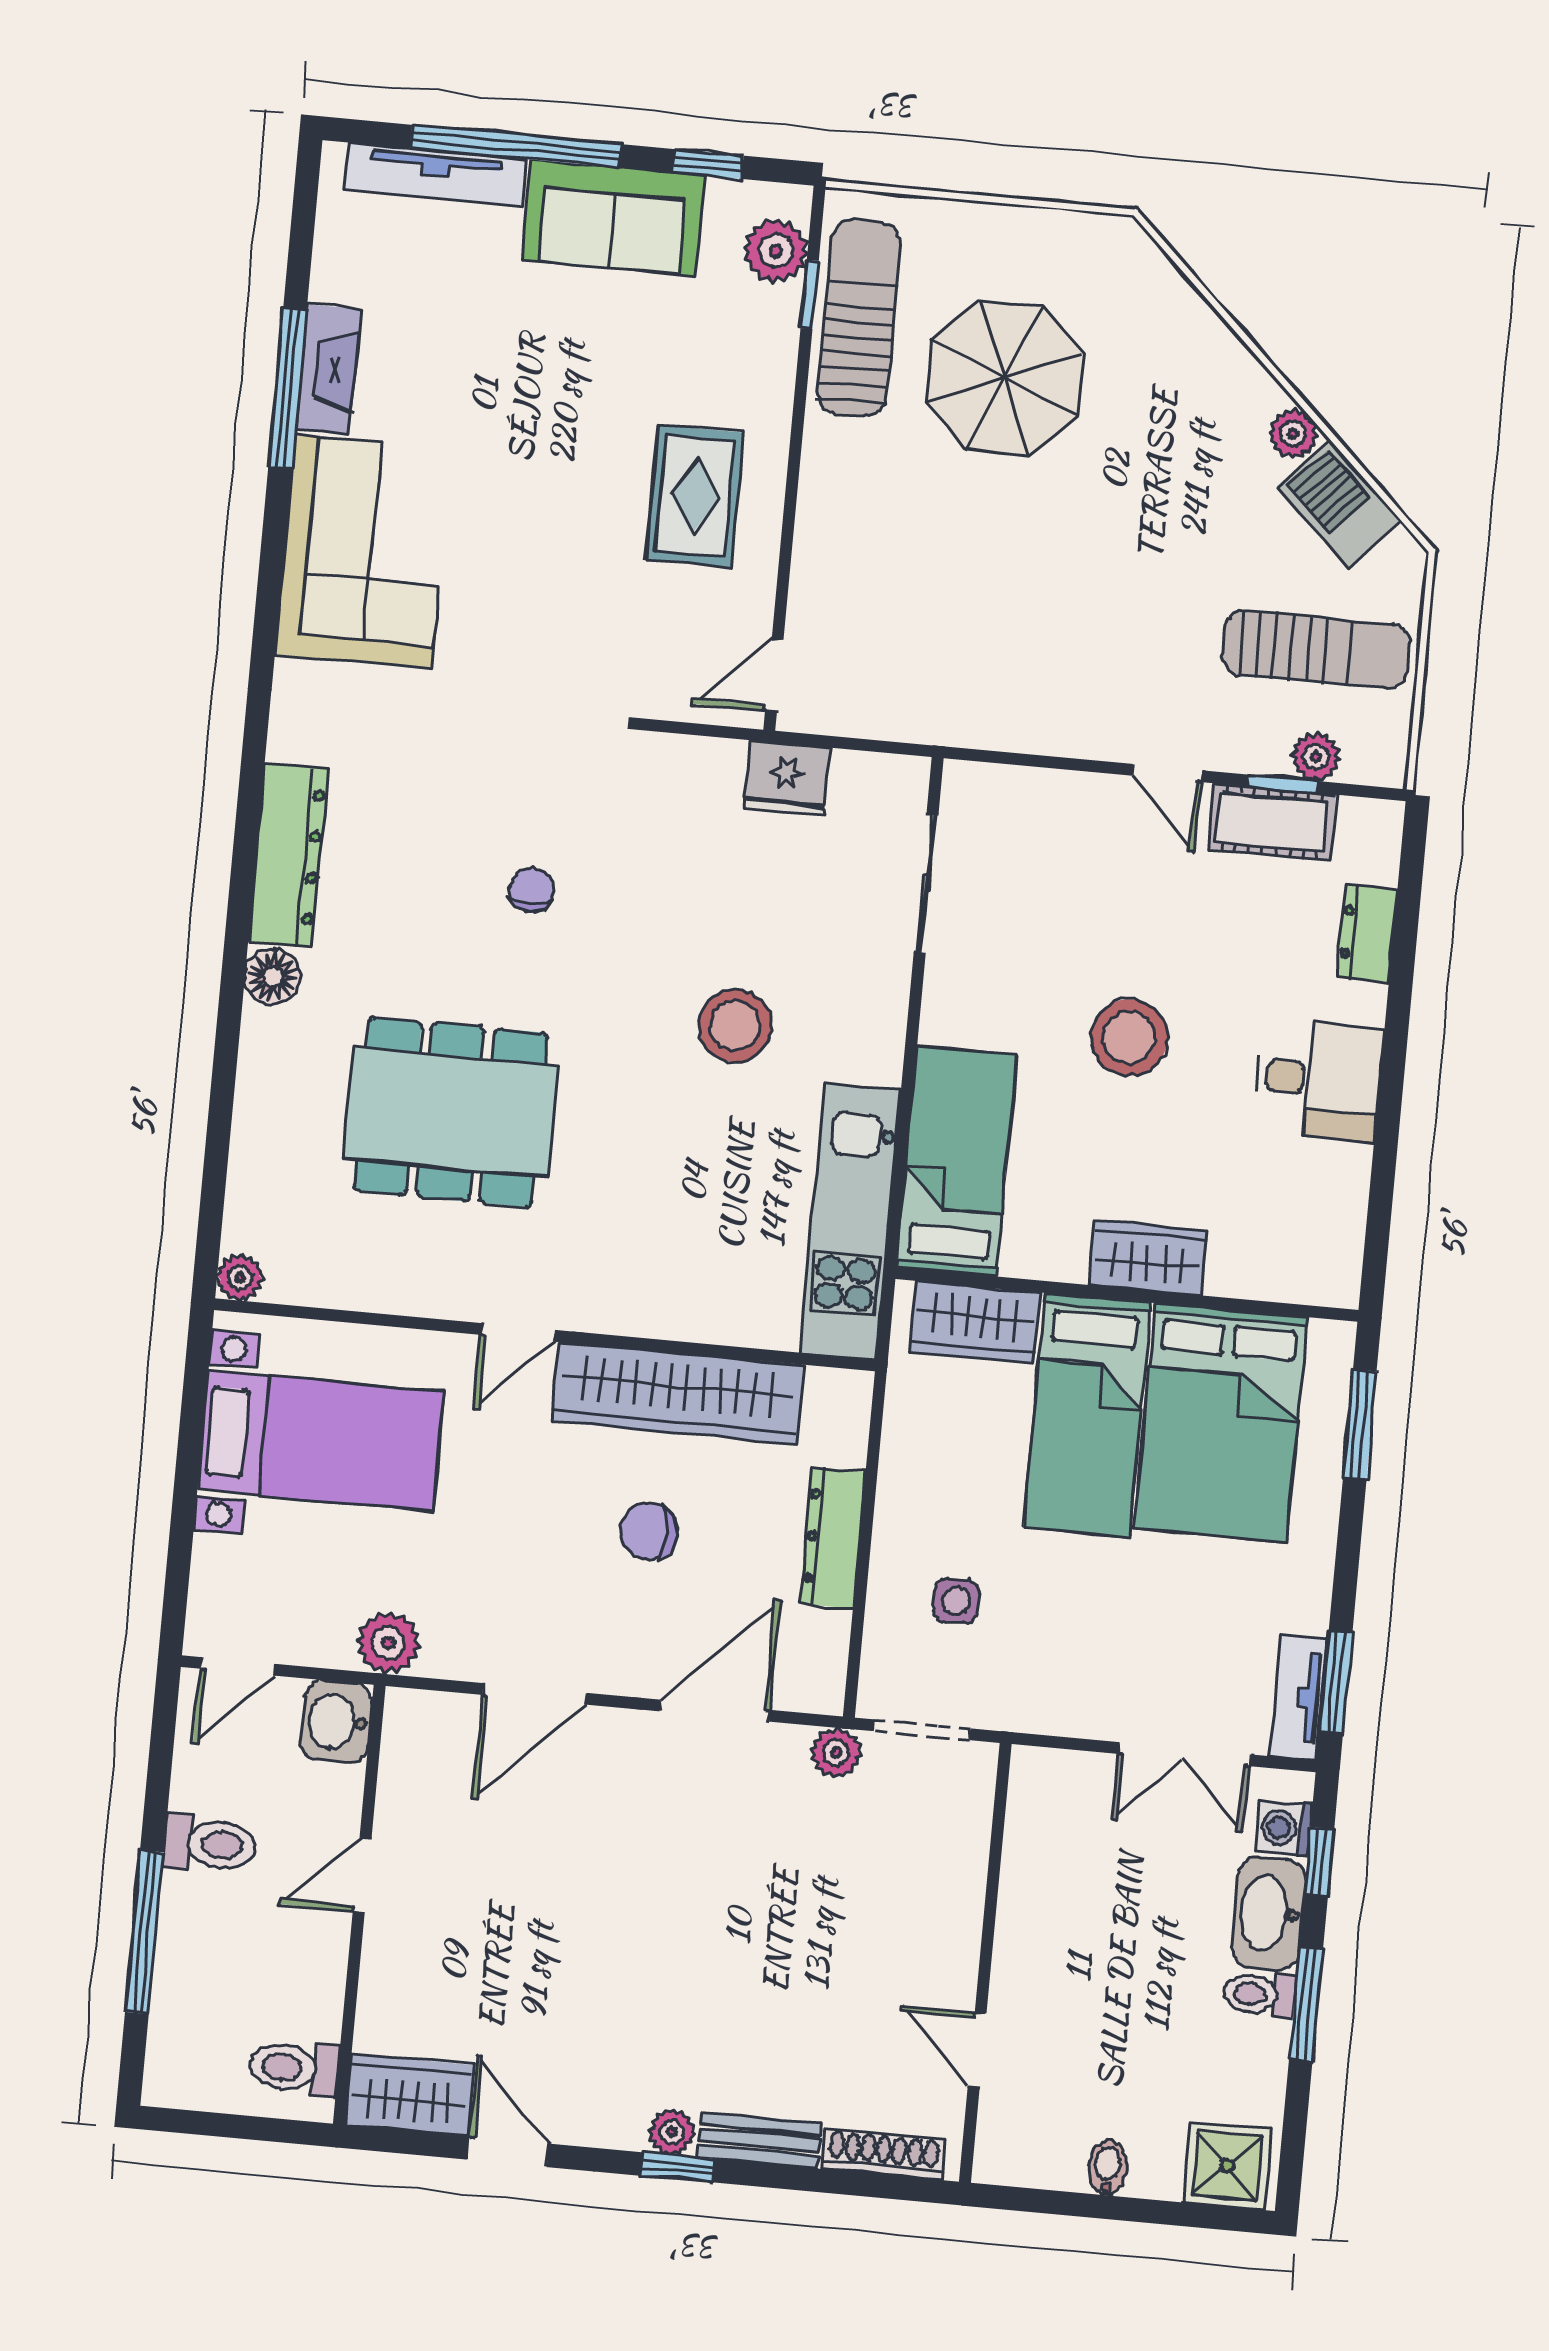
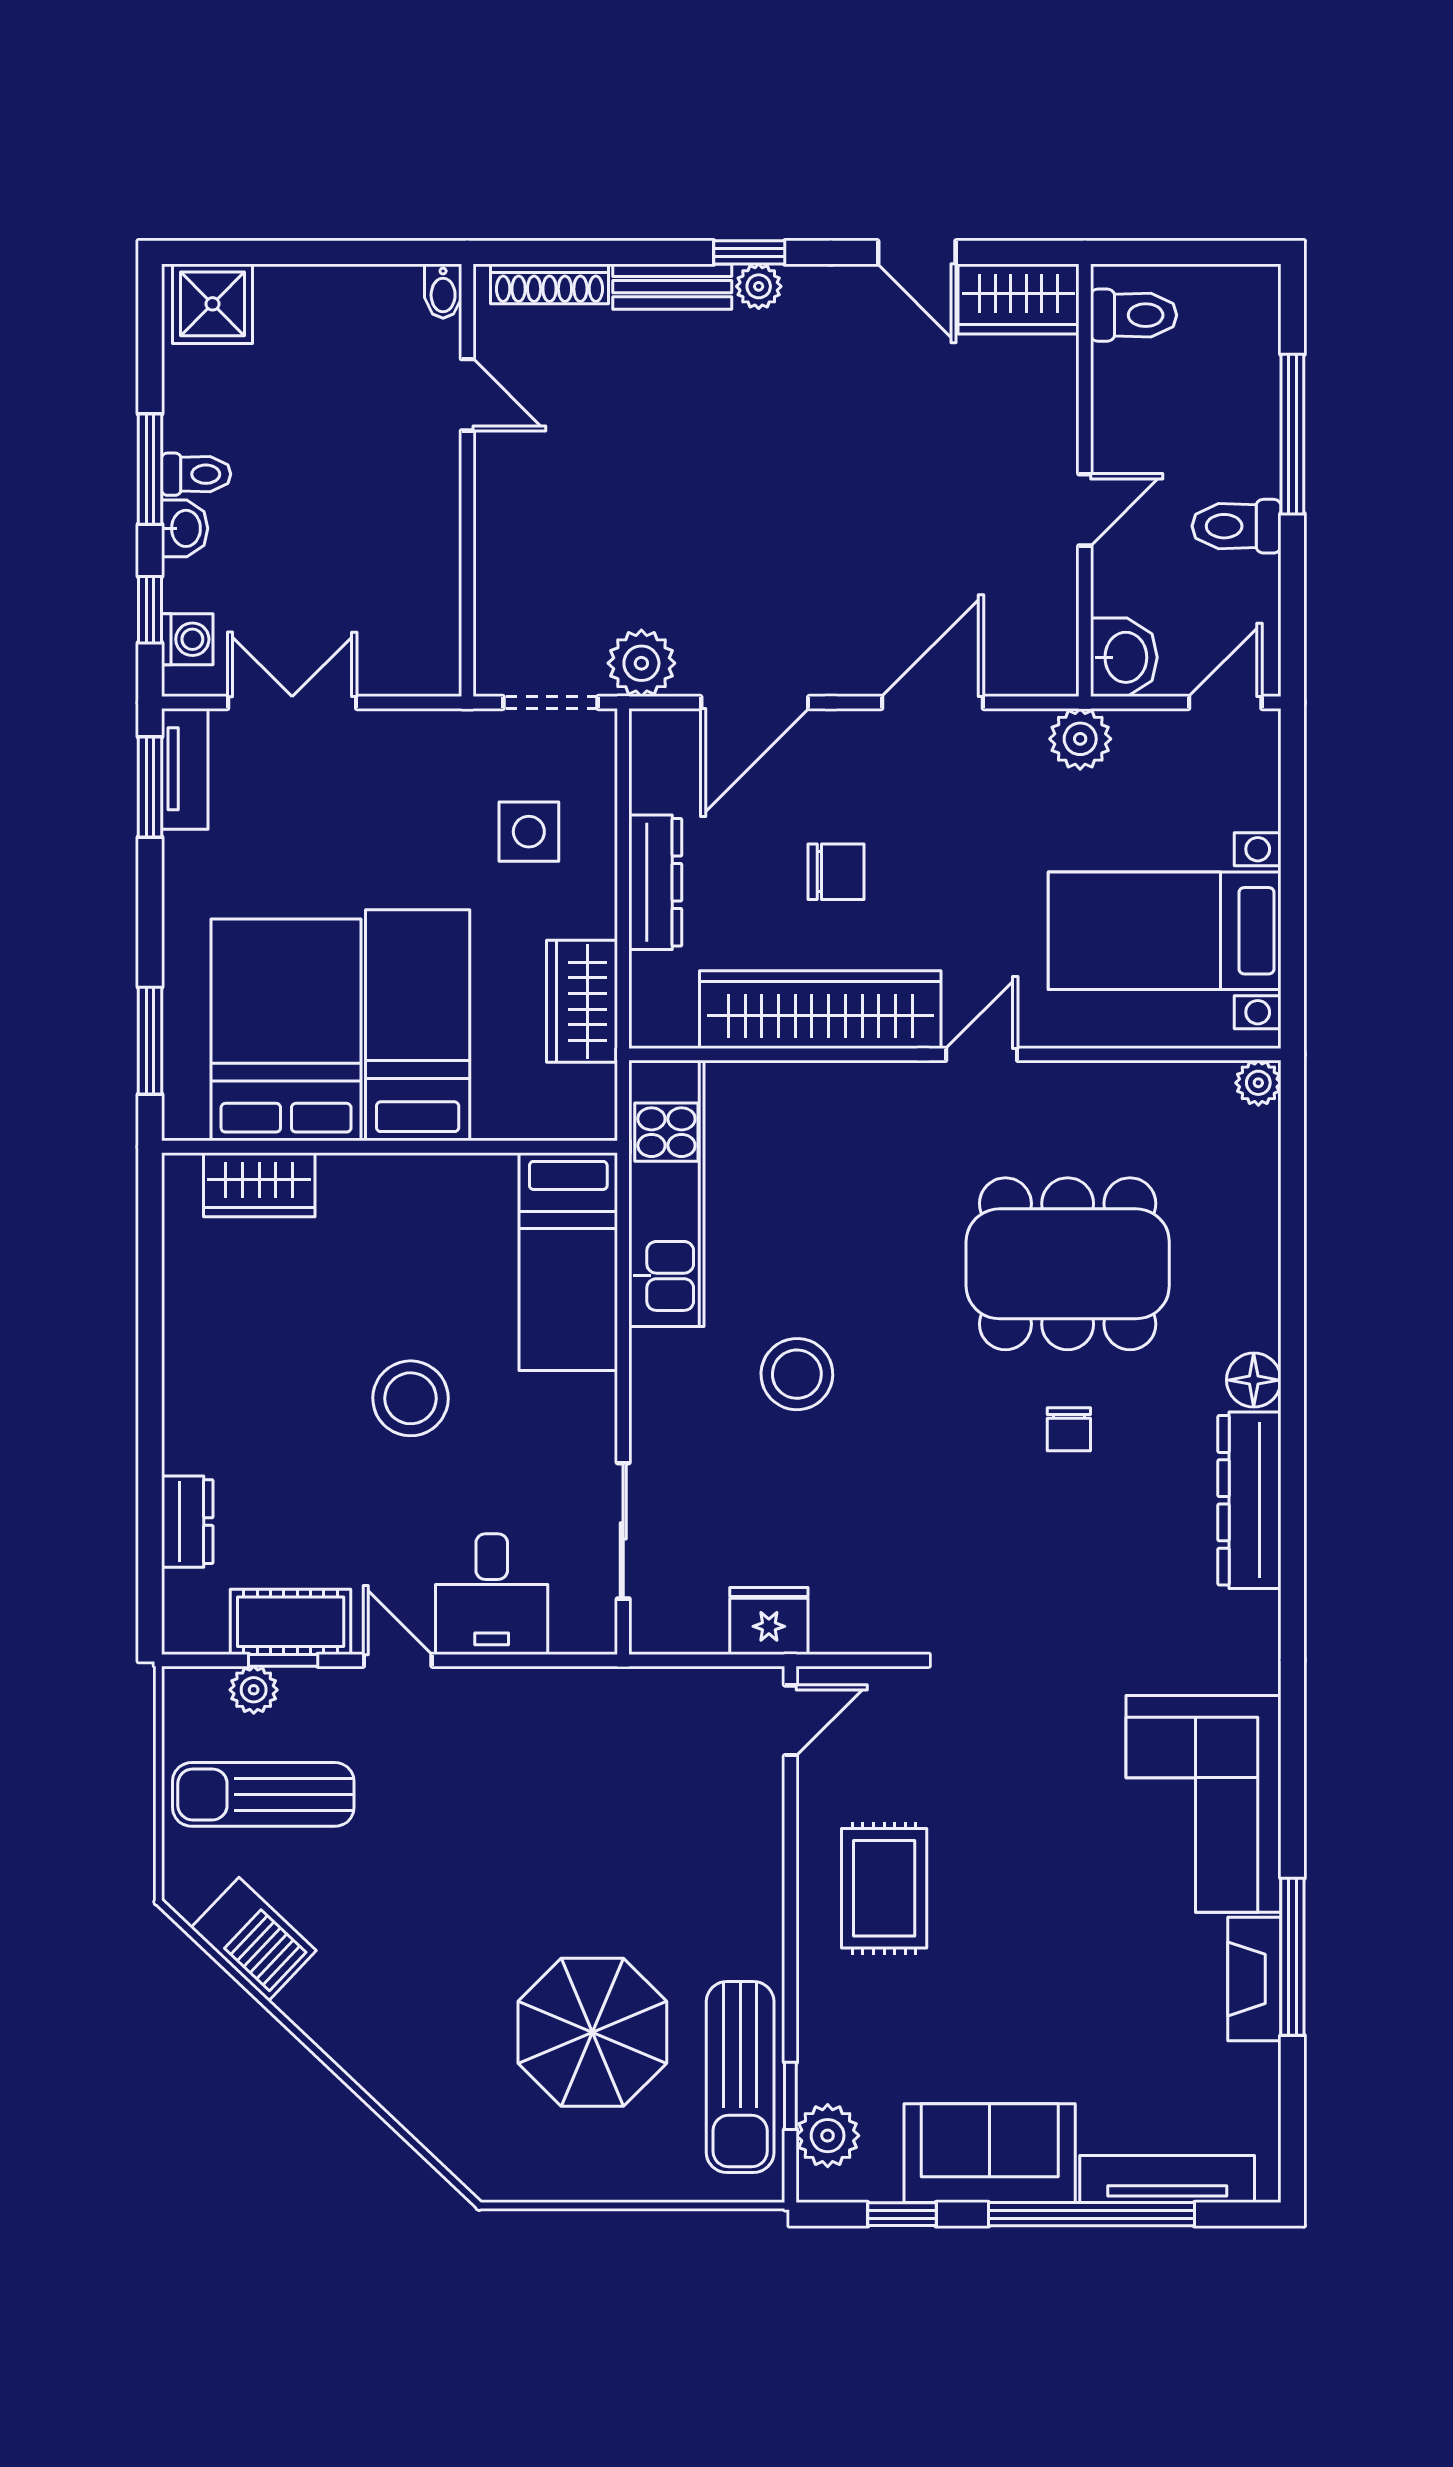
plant: (1293, 434) -> (305, 2004), removed
chair: (531, 890) -> (1069, 1429), moved
desk: (1318, 1079) -> (492, 1594), moved, turned -90
wardrobe: (1149, 1258) -> (259, 1185), moved
wardrobe: (975, 1323) -> (582, 1001), moved, turned -90
side table: (956, 1601) -> (529, 832), width x1.37, depth x1.37
plant: (836, 1753) -> (641, 663), width x1.38, depth x1.38
washbasin: (1269, 1913) -> (185, 528), width x0.52, depth x0.69
bidet: (1108, 2168) -> (443, 291), moved

